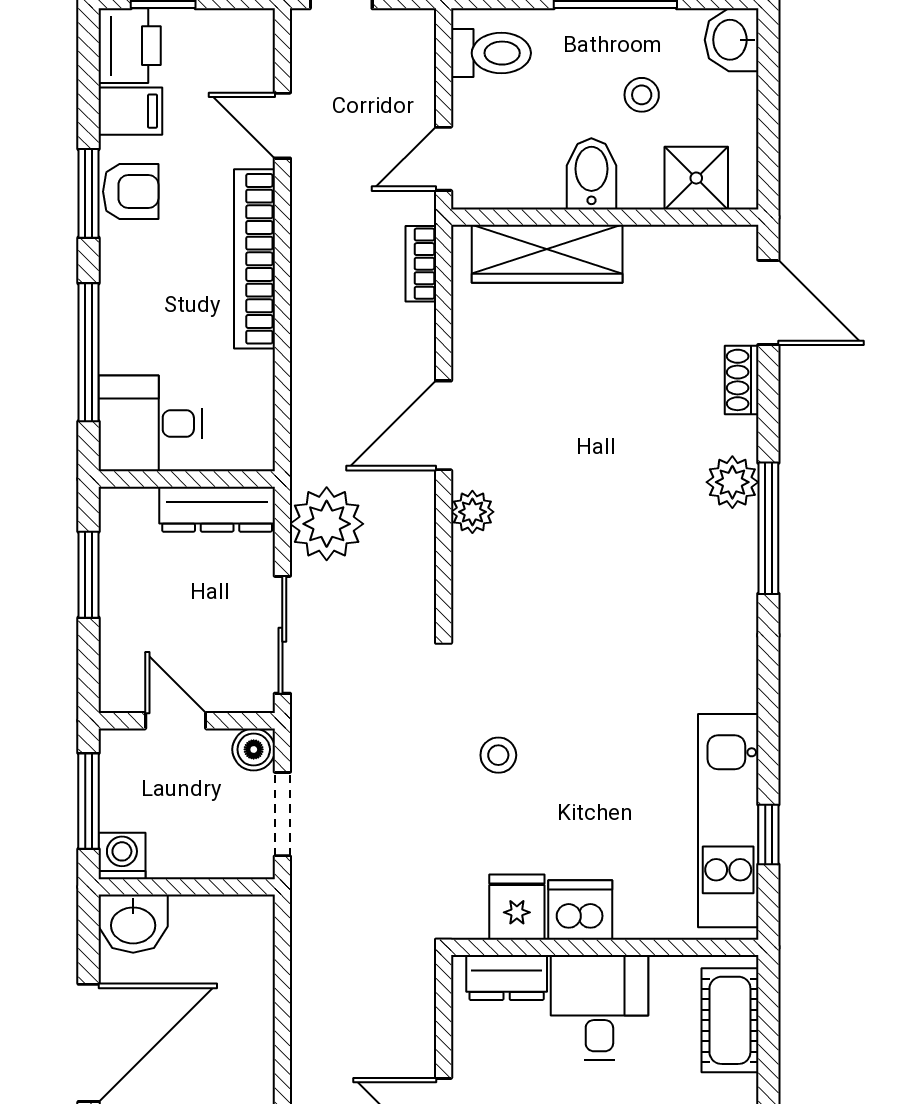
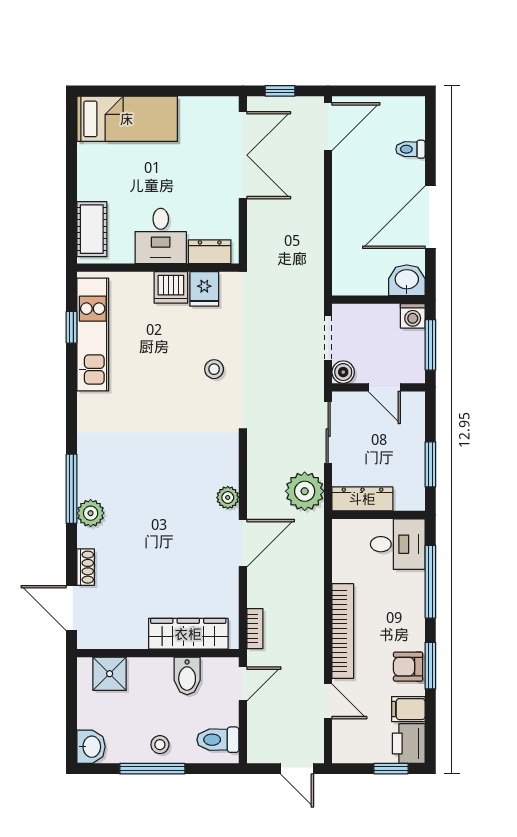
stool: (642, 95) -> (160, 745), moved
bidet: (591, 174) -> (187, 676), moved

